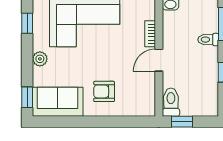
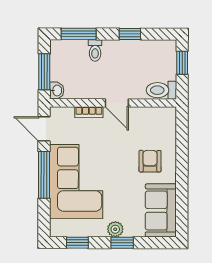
armchair: (104, 91) -> (150, 161), turned 180
window: (27, 97) -> (122, 243), moved
window: (182, 122) -> (182, 63), moved

